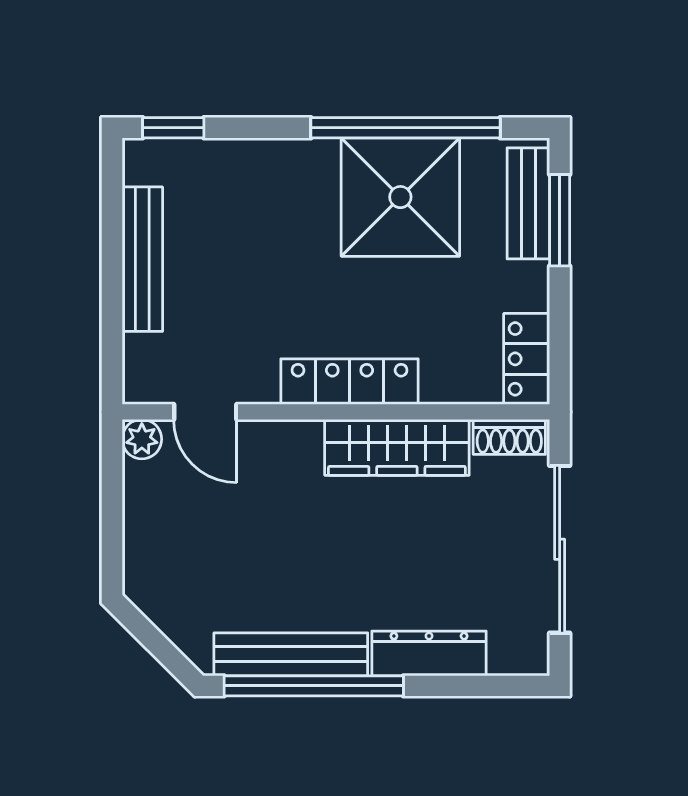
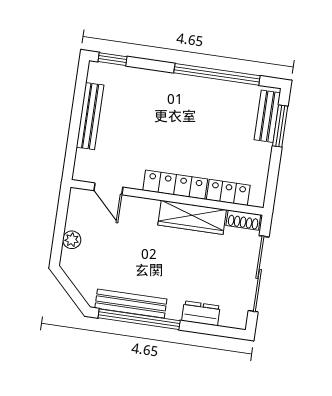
shower: (400, 197) -> (210, 105), removed
locker: (527, 359) -> (228, 192), moved, turned 90
plant: (142, 439) -> (72, 240), moved
dresser: (429, 653) -> (201, 313), width x0.70

